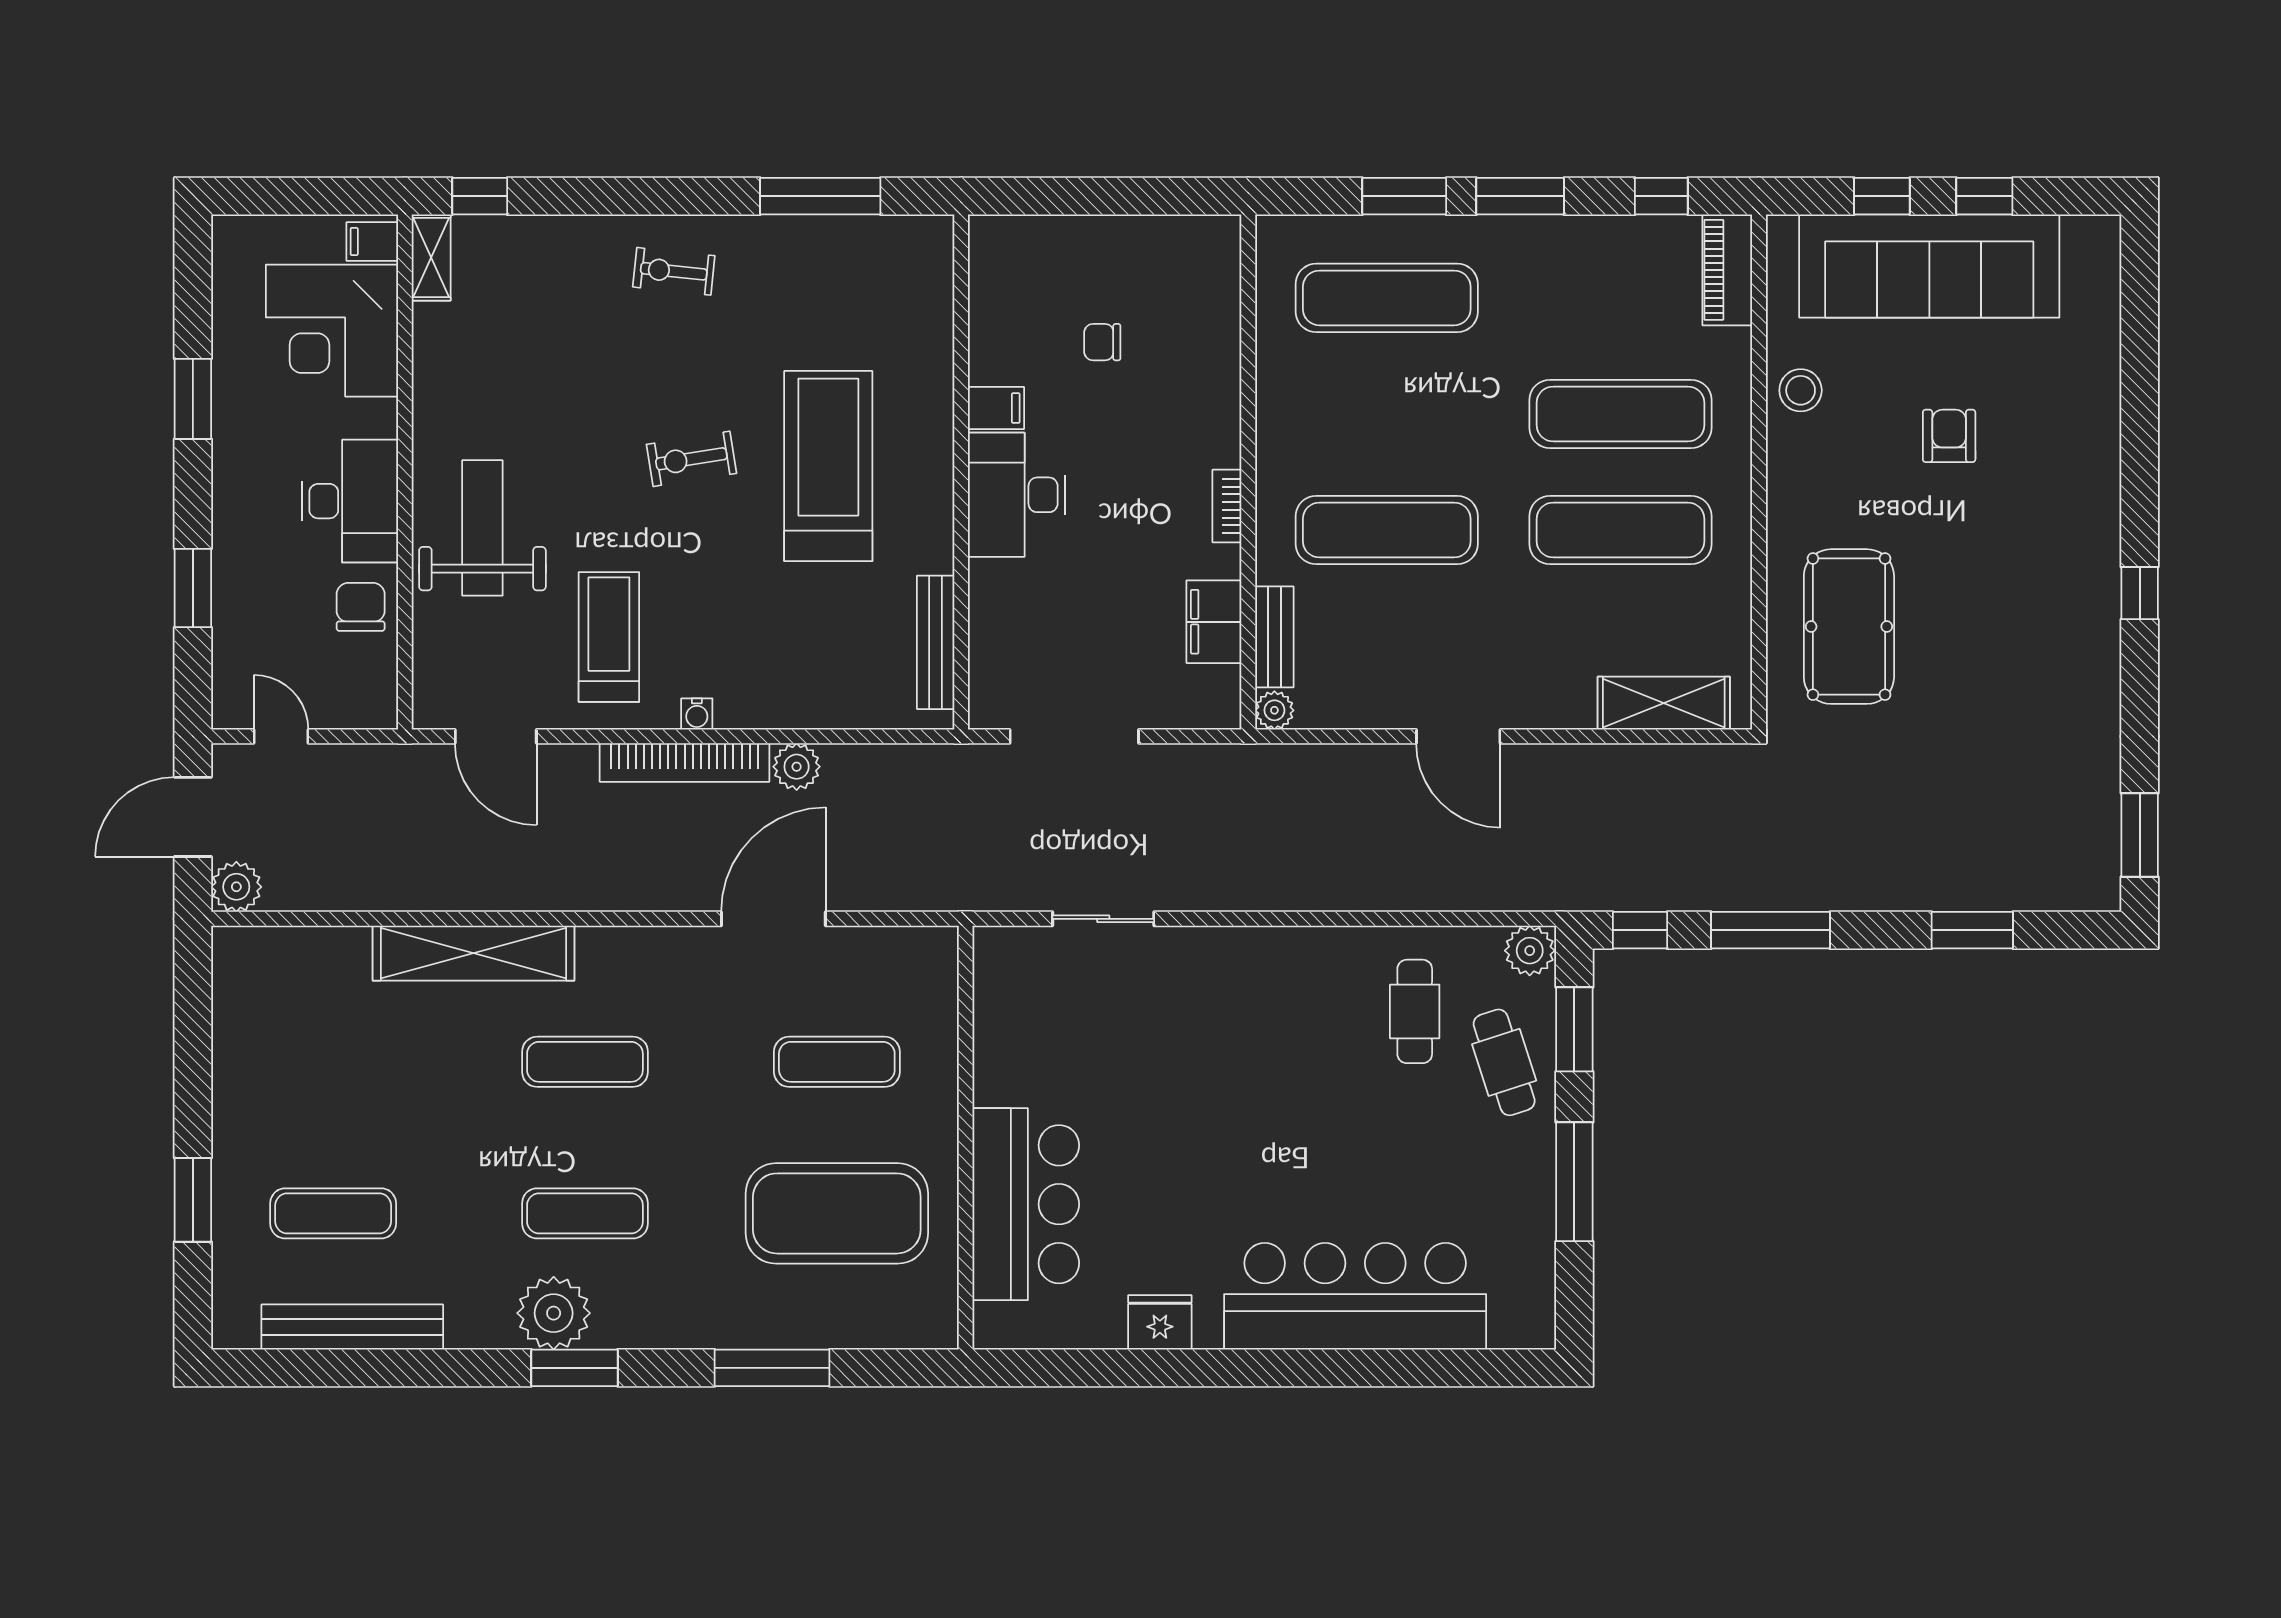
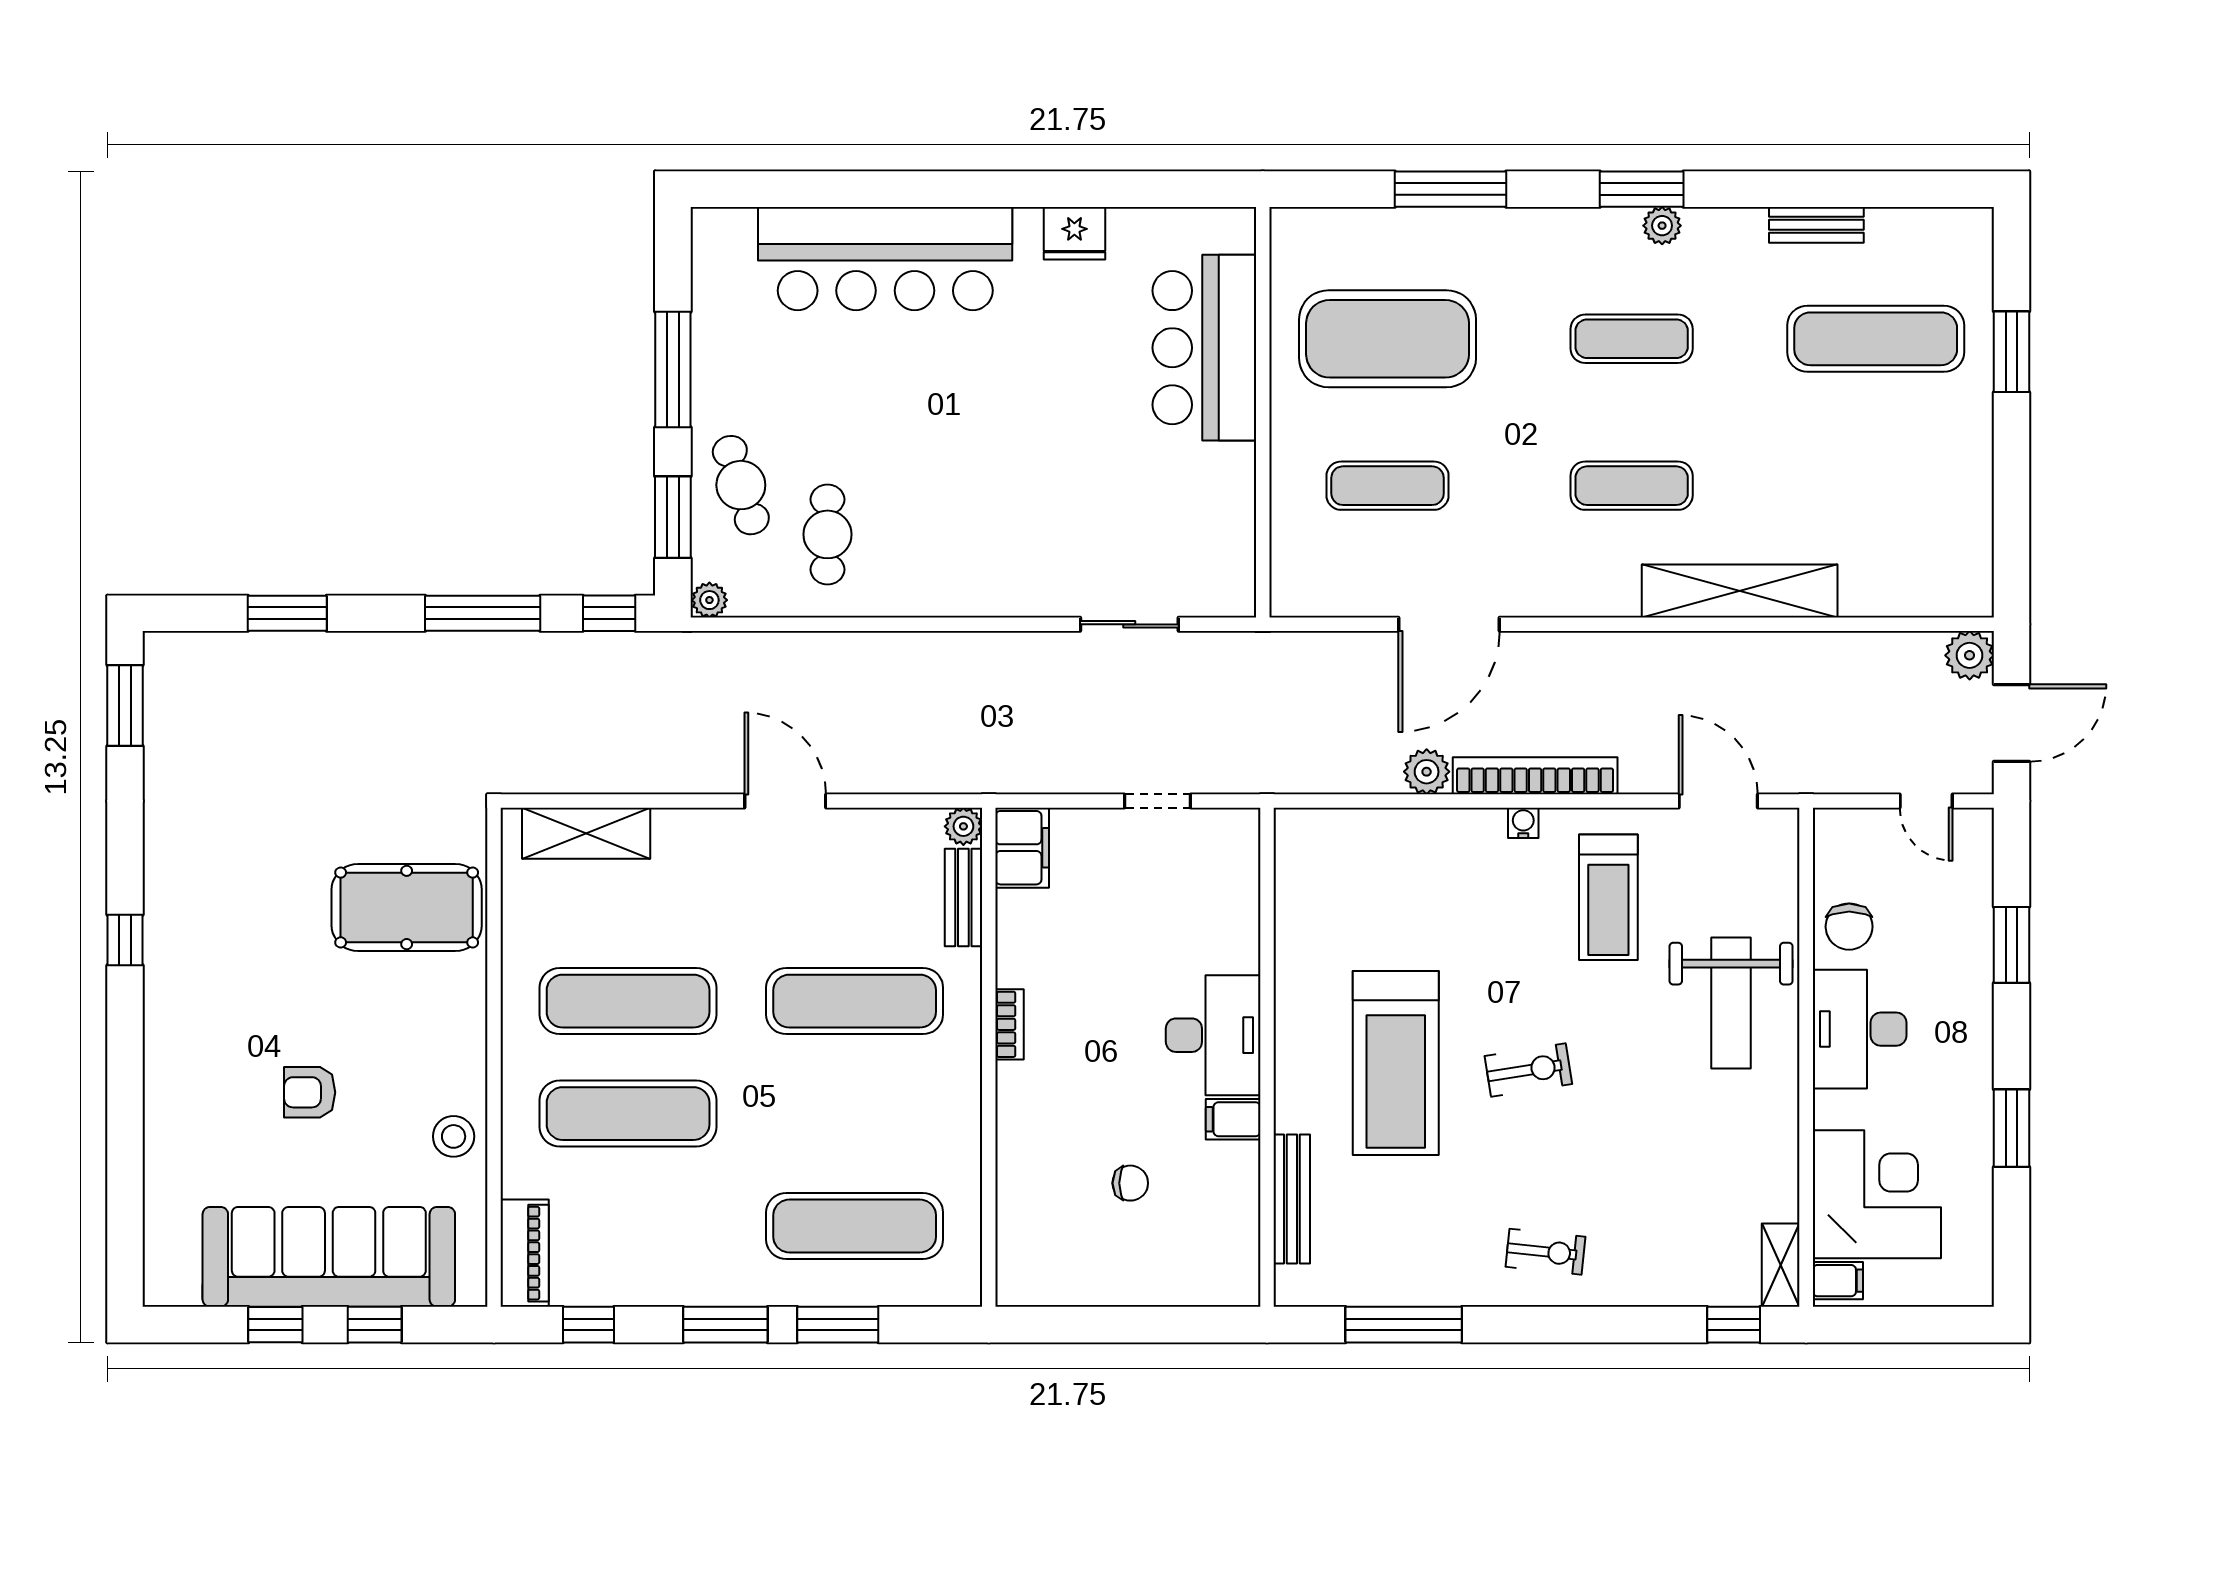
armchair: (1949, 436) -> (310, 1092), turned 90
filing cabinet: (1214, 622) -> (1022, 848), moved
pool table: (1849, 627) -> (407, 907), turned 90
bench: (936, 642) -> (1292, 1199), moved
doorway: (1074, 736) -> (1157, 801), width x0.53
plant: (1530, 951) -> (709, 600), width x0.73, depth x0.73
exercise mat: (333, 1213) -> (1876, 339), width x1.36, depth x1.45
plant: (554, 1313) -> (1662, 226), width x0.53, depth x0.53
bench: (352, 1327) -> (1816, 225), width x0.54, depth x0.82

